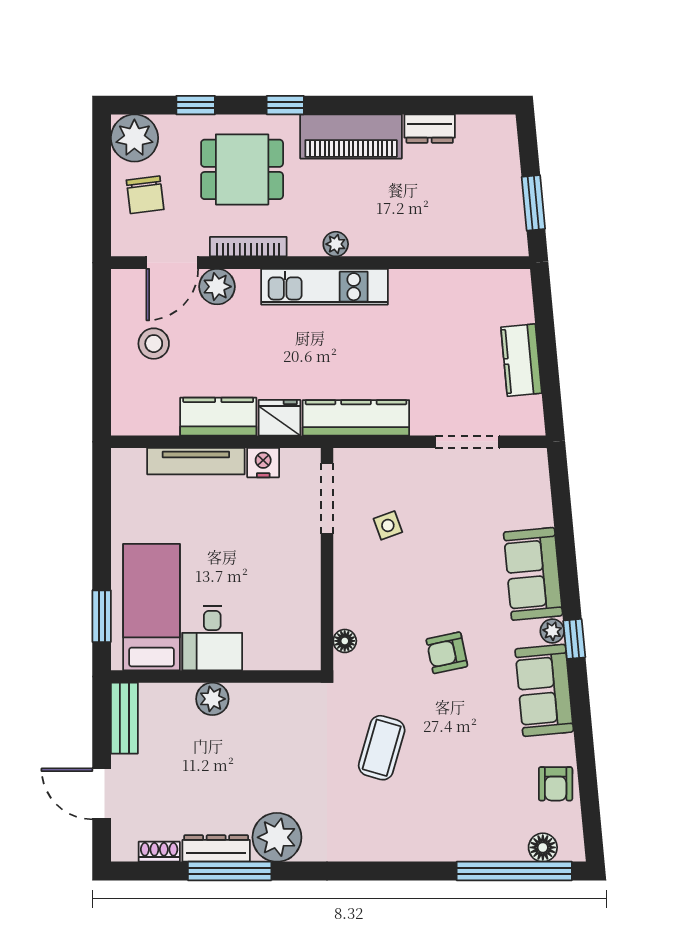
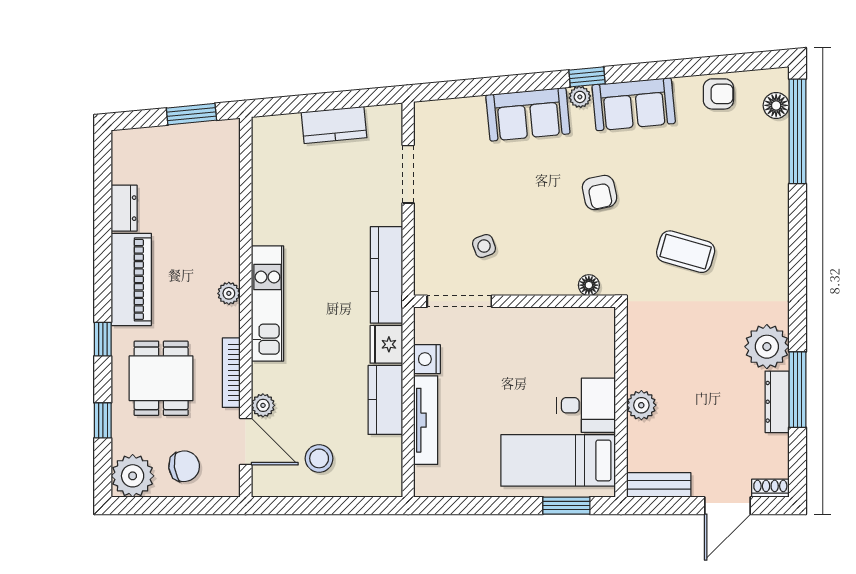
plant: (217, 287) -> (263, 405), width x0.73, depth x0.73
shoe rack: (159, 852) -> (770, 488), moved, turned 90

